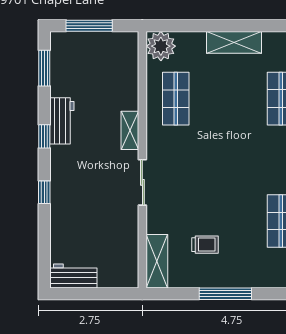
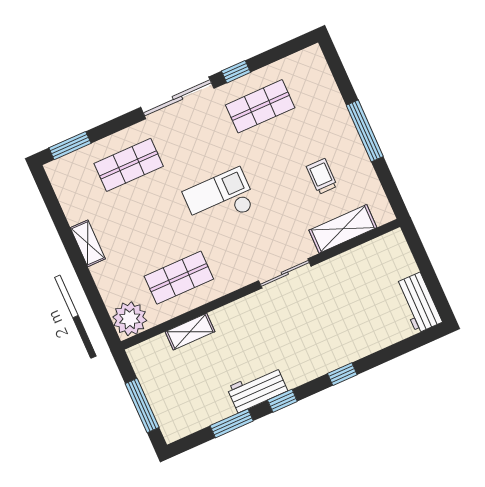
shelving: (234, 42) -> (88, 243), width x0.67, depth x0.75
window: (44, 68) -> (232, 423), moved
shelving: (130, 130) -> (190, 332), moved
checkout: (223, 158) -> (220, 199), added
shelving: (157, 261) -> (343, 229), moved

